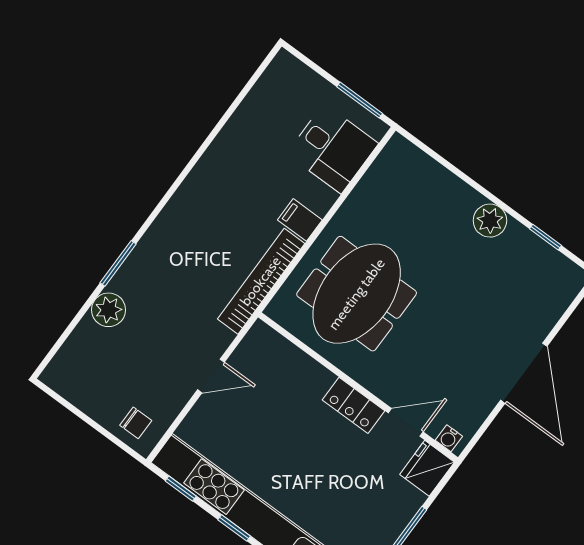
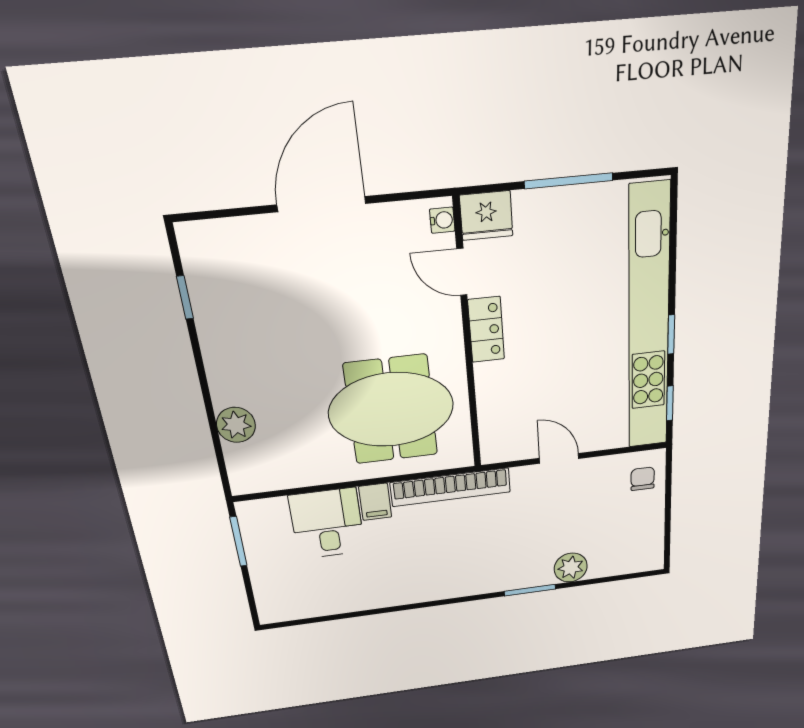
desk: (332, 149) -> (327, 524), moved
plant: (490, 221) -> (236, 425), moved

